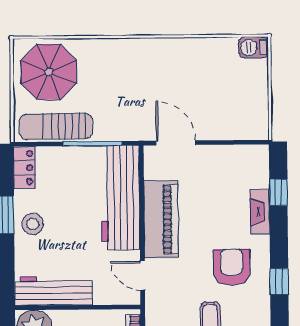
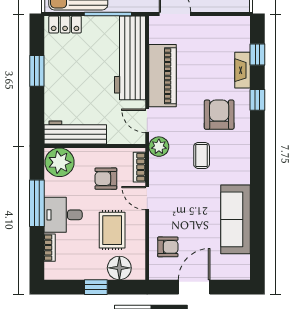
locker: (24, 168) -> (65, 24), moved, turned 90
stool: (33, 224) -> (59, 78), removed
window: (279, 281) -> (257, 100), moved
plant: (157, 307) -> (159, 147), added

